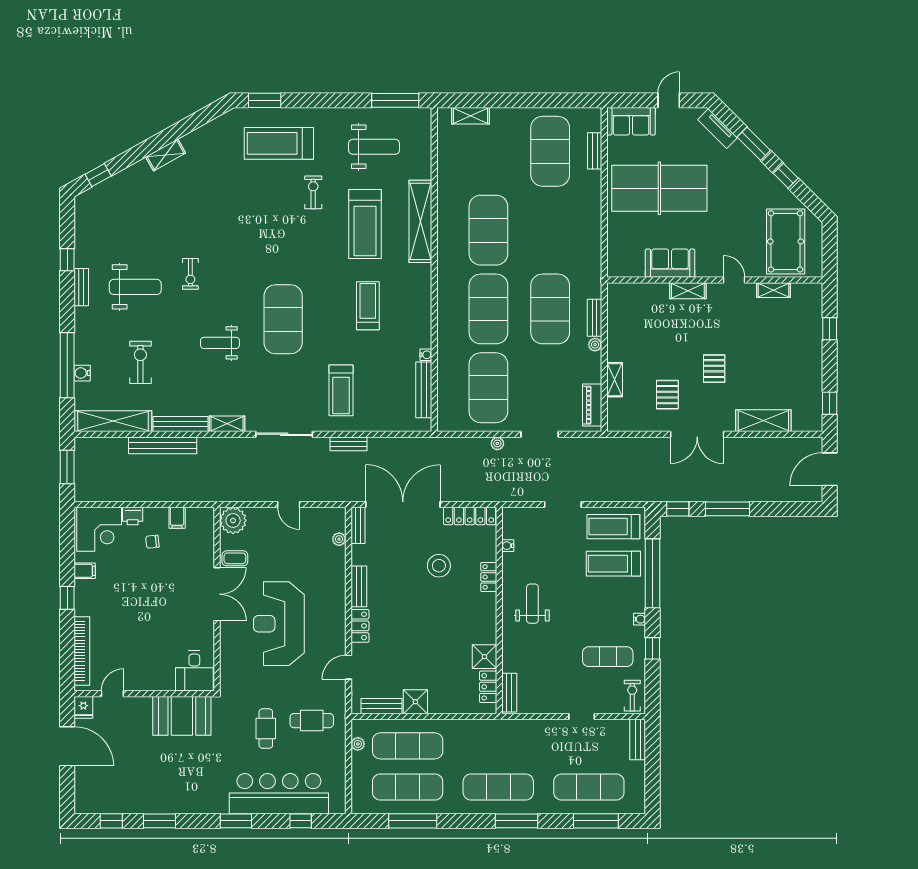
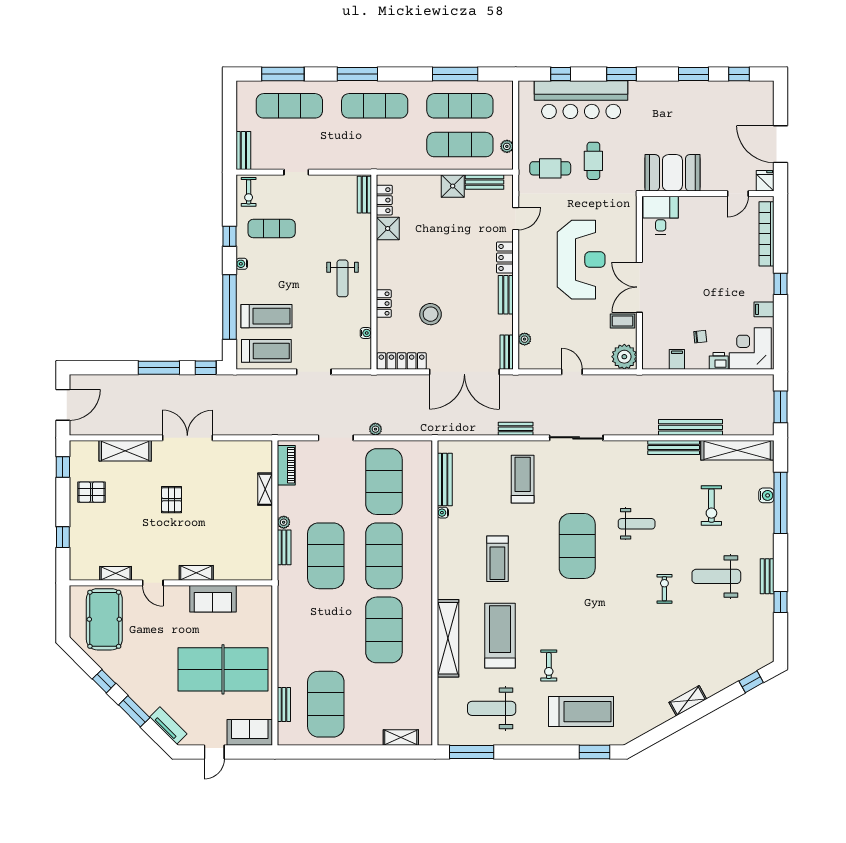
pallet: (667, 395) -> (91, 492), moved, turned 90
shelving: (227, 424) -> (630, 448), removed

